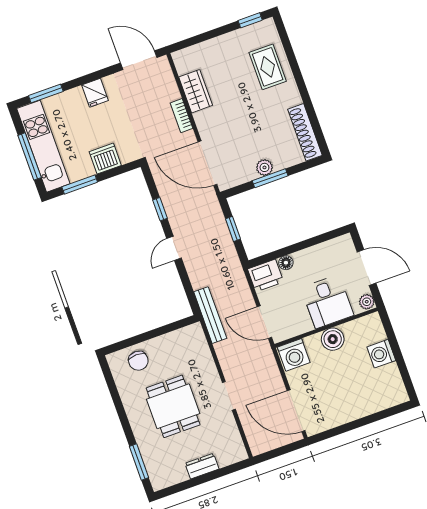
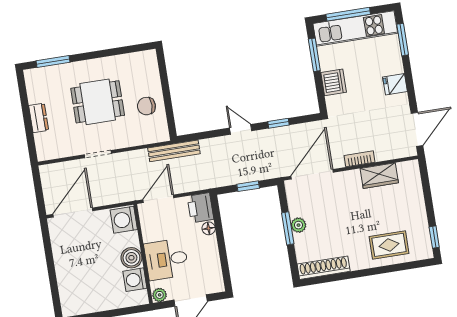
washing machine: (381, 354) -> (135, 280), moved, turned -90
chair: (138, 361) -> (146, 106), moved

